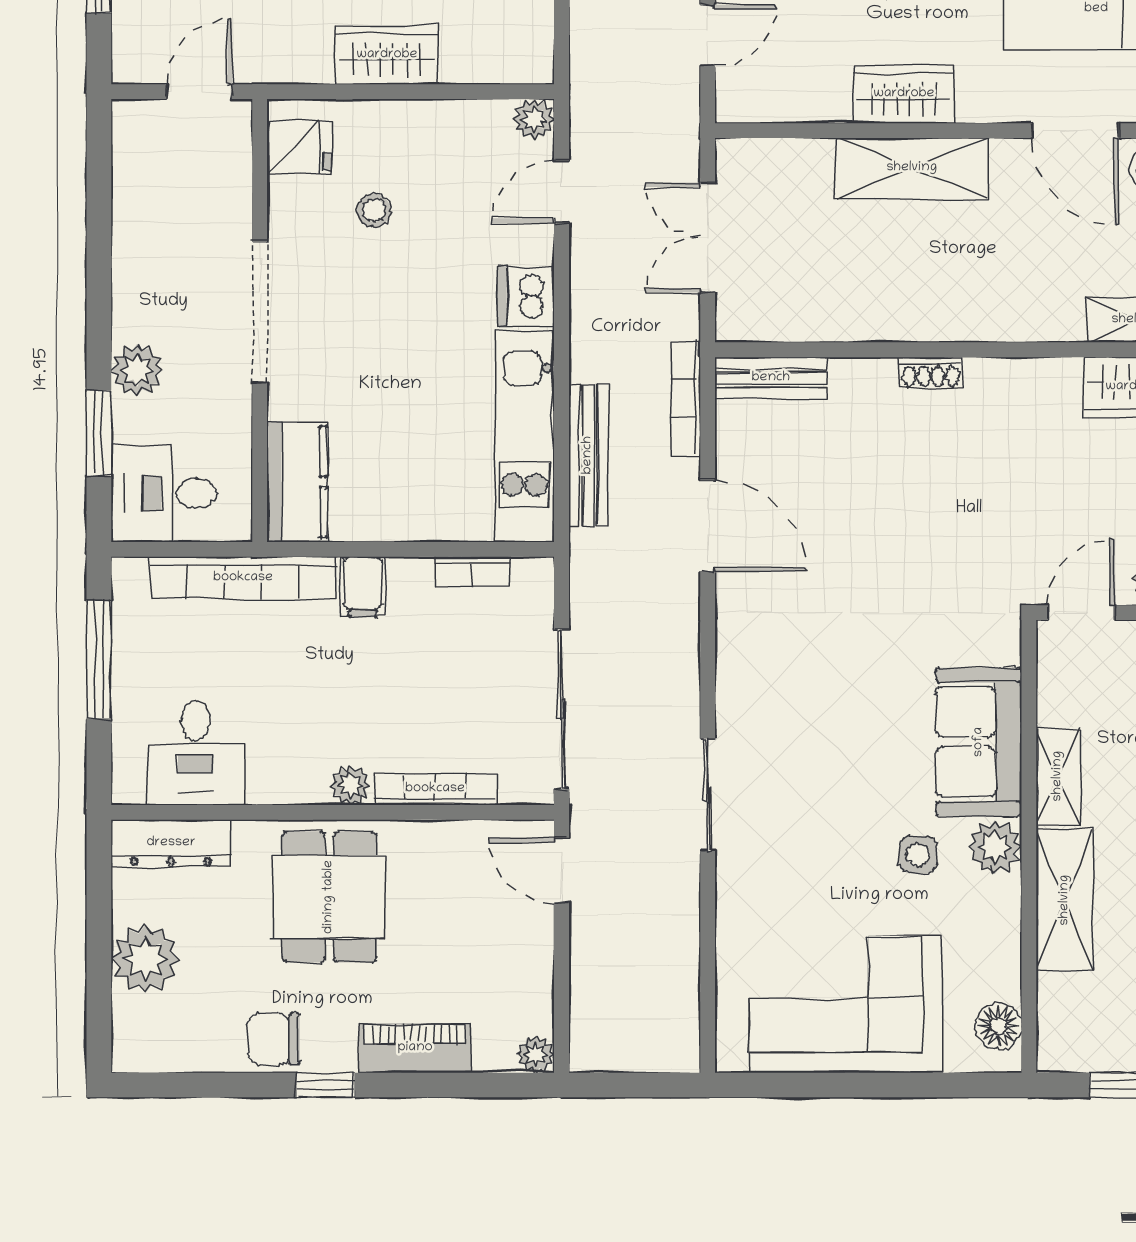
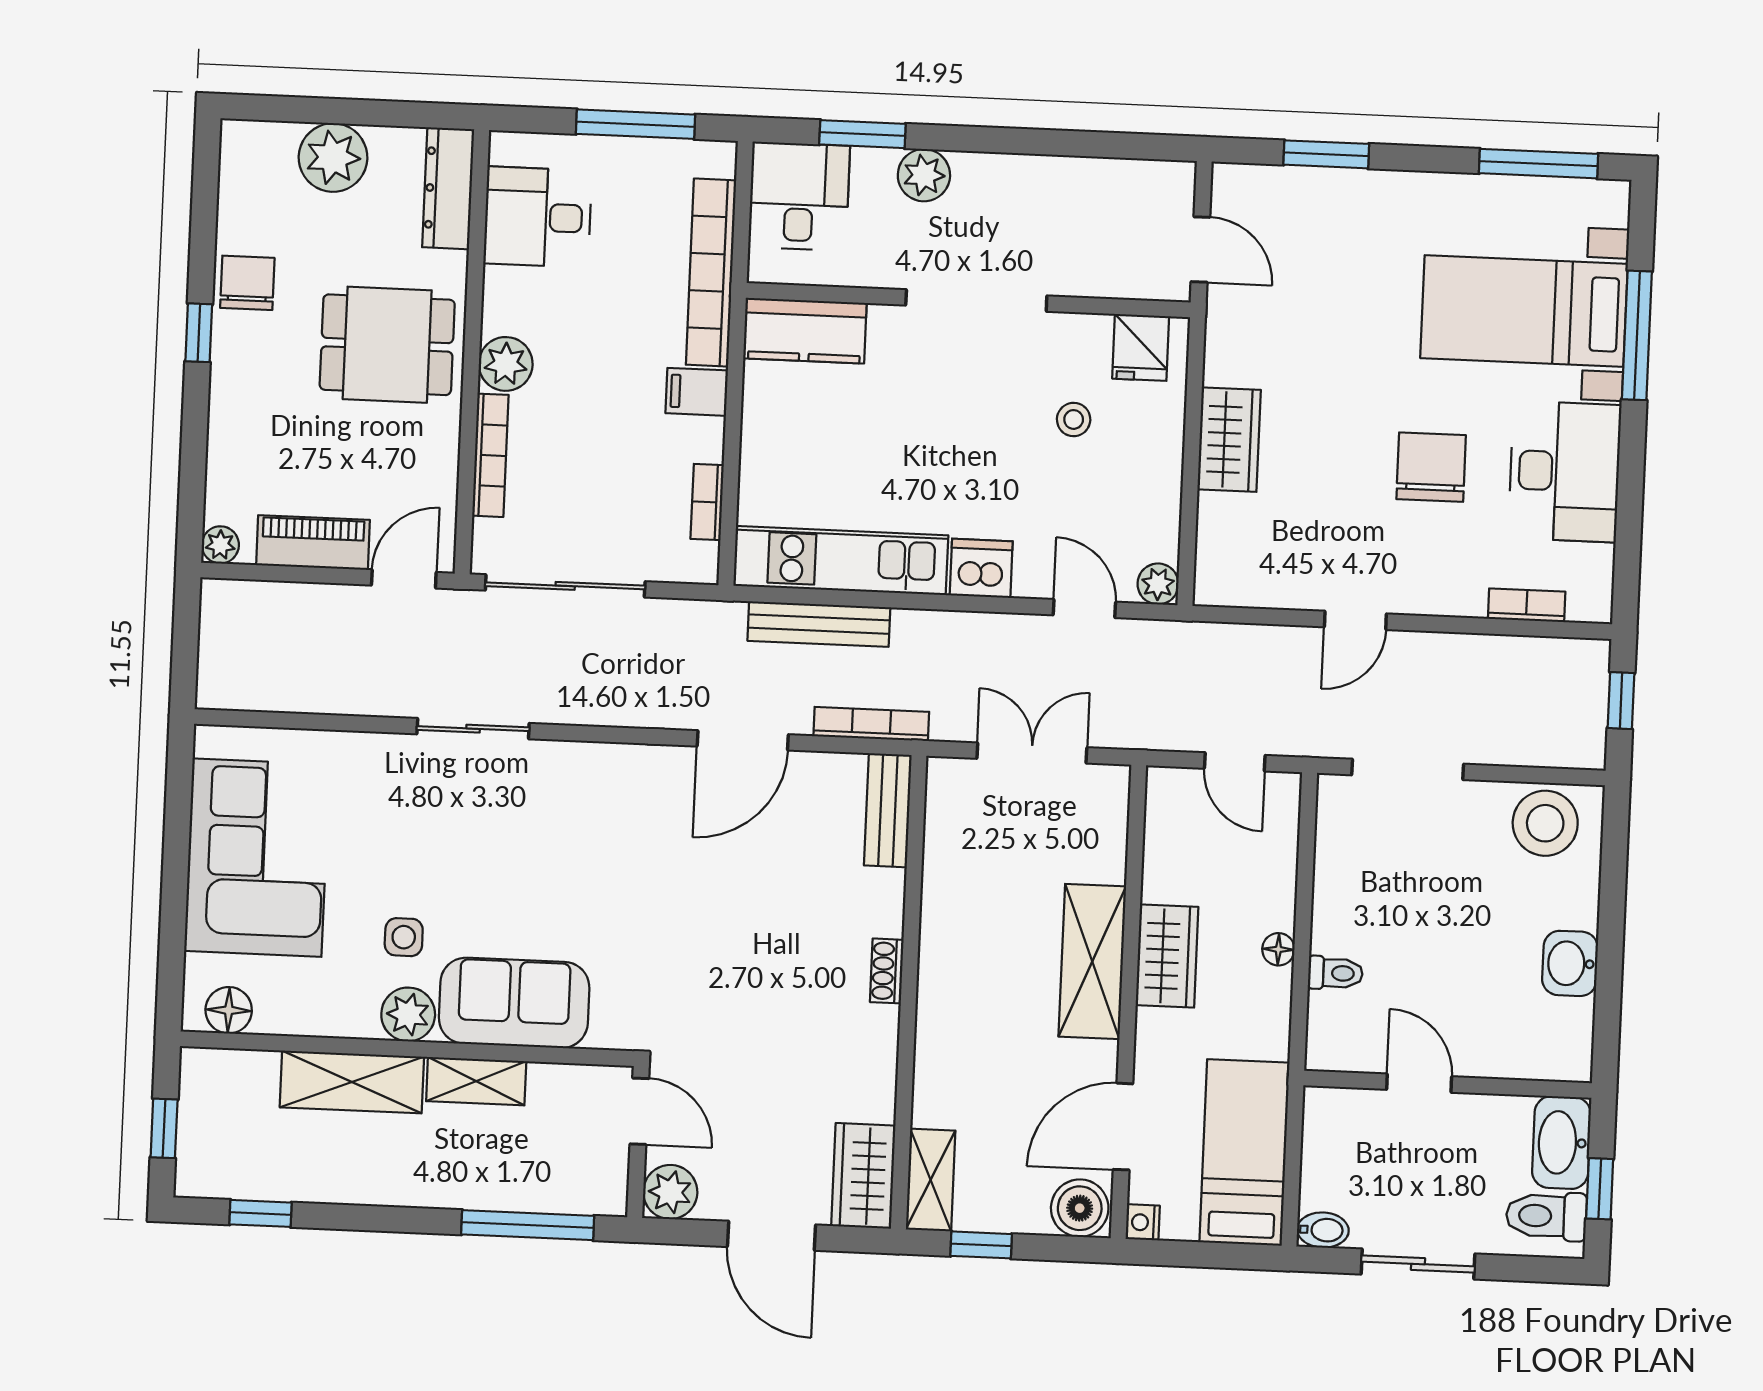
plant: (351, 785) -> (506, 364), width x1.38, depth x1.38
piano: (415, 1048) -> (313, 542), moved, turned -90

